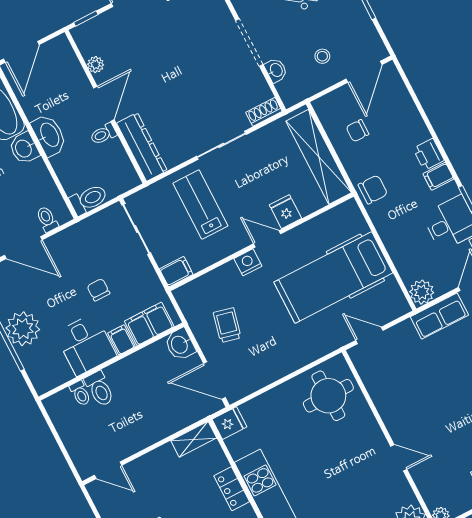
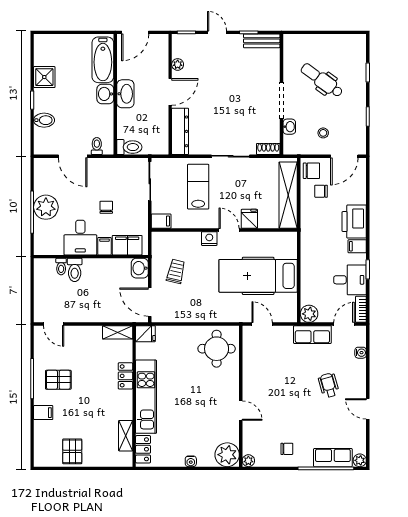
toilet: (103, 134) -> (160, 111), removed
printer: (429, 154) -> (354, 222), width x1.87, depth x1.48
chair: (373, 189) -> (311, 171), moved

